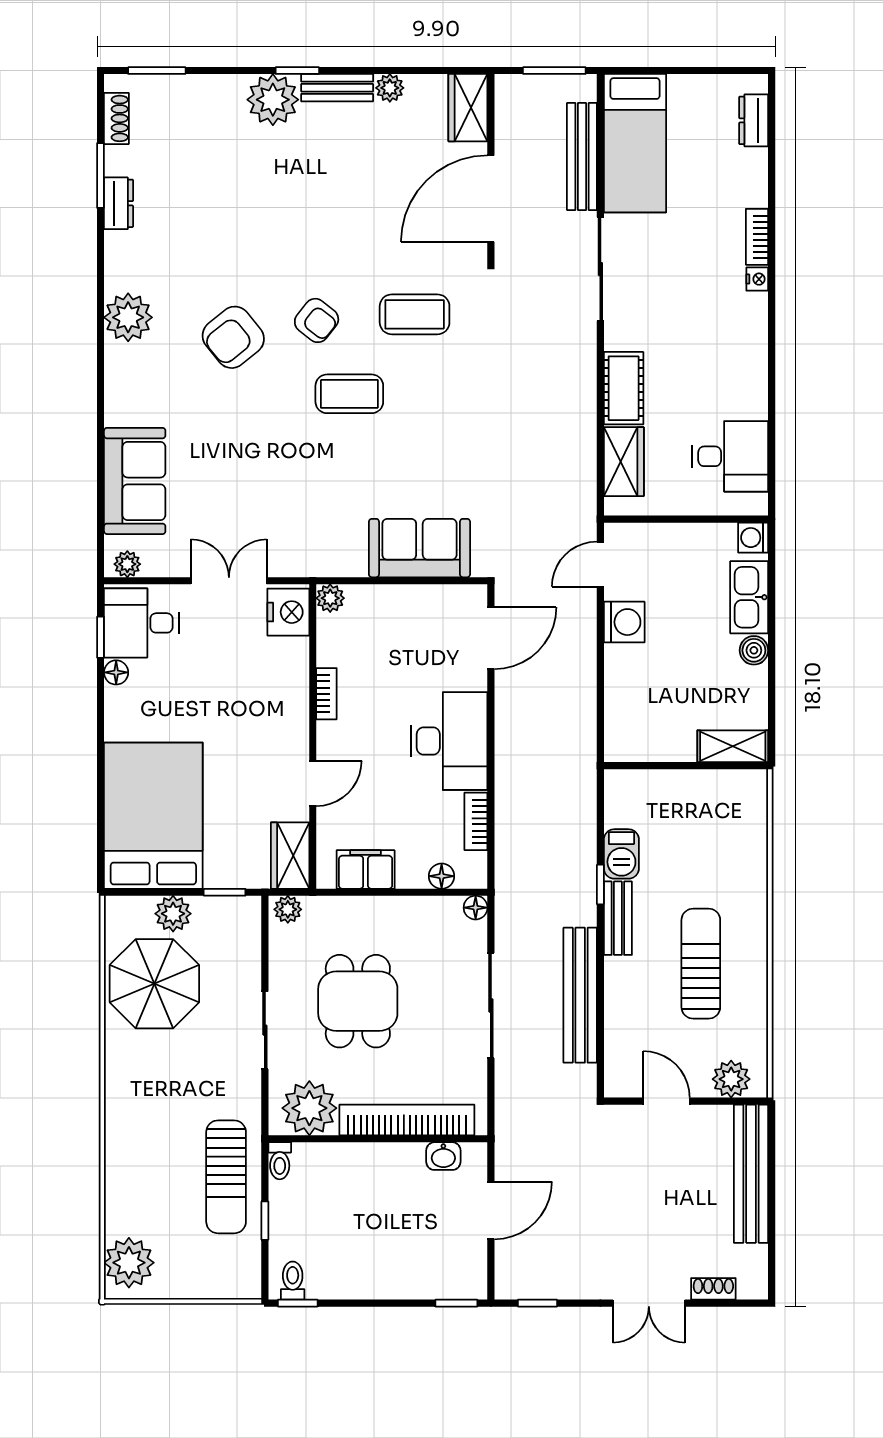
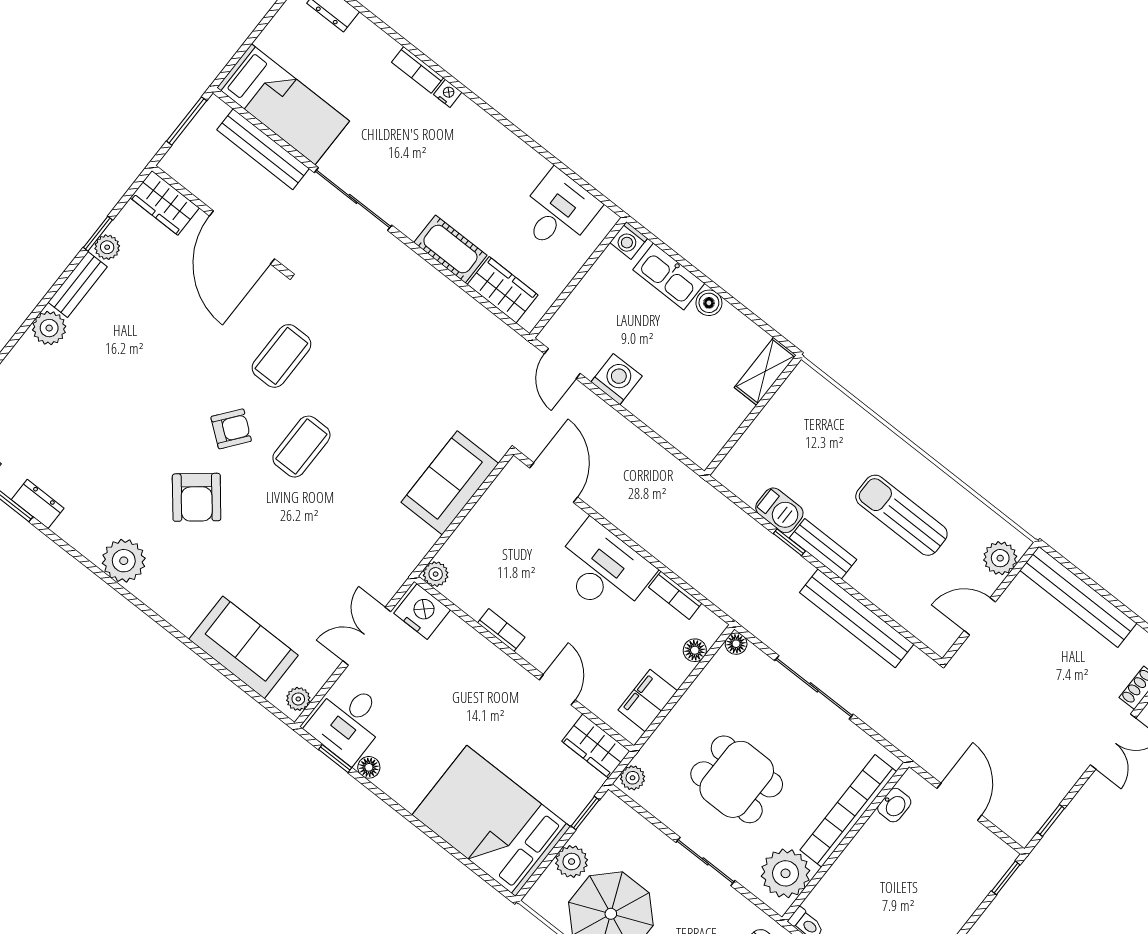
window: (297, 71) -> (98, 234), moved
plant: (273, 100) -> (49, 328), width x0.73, depth x0.73

